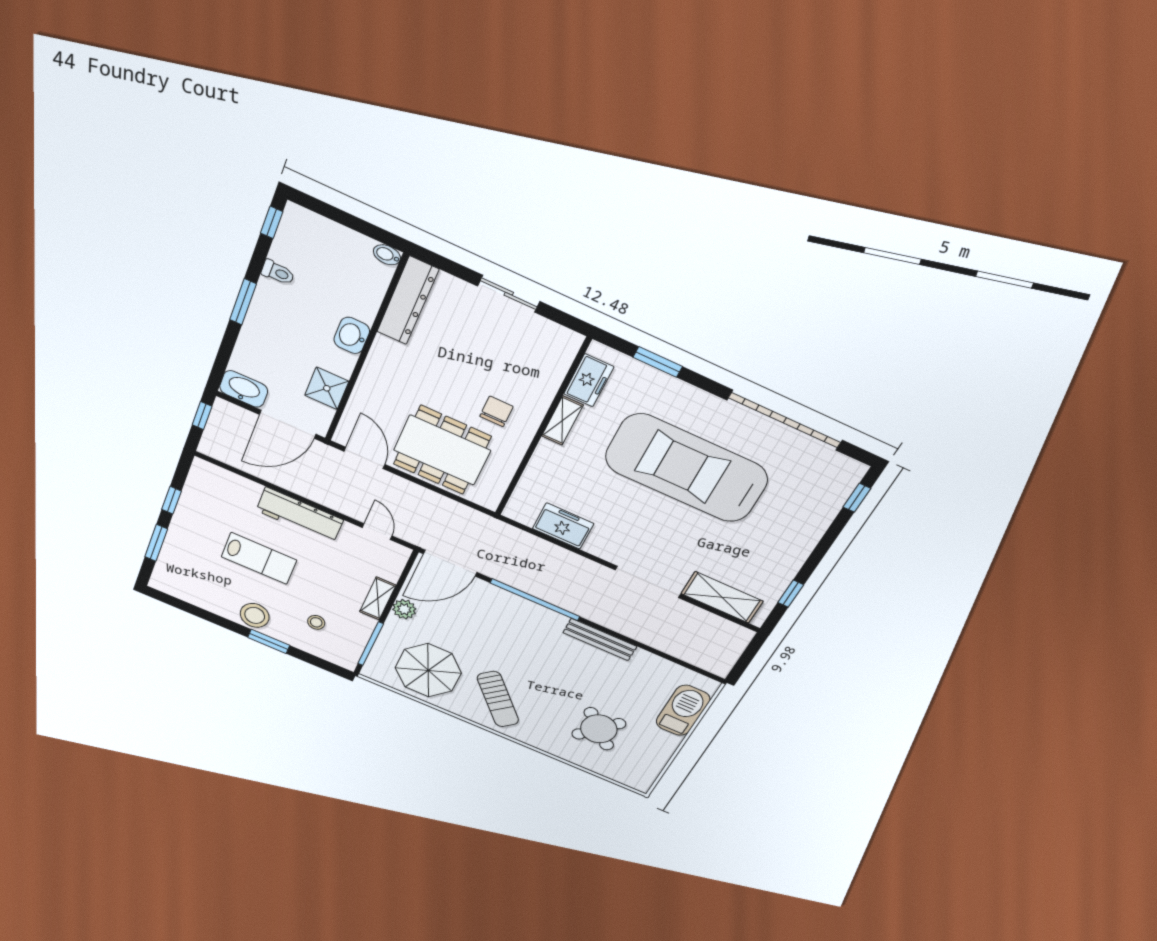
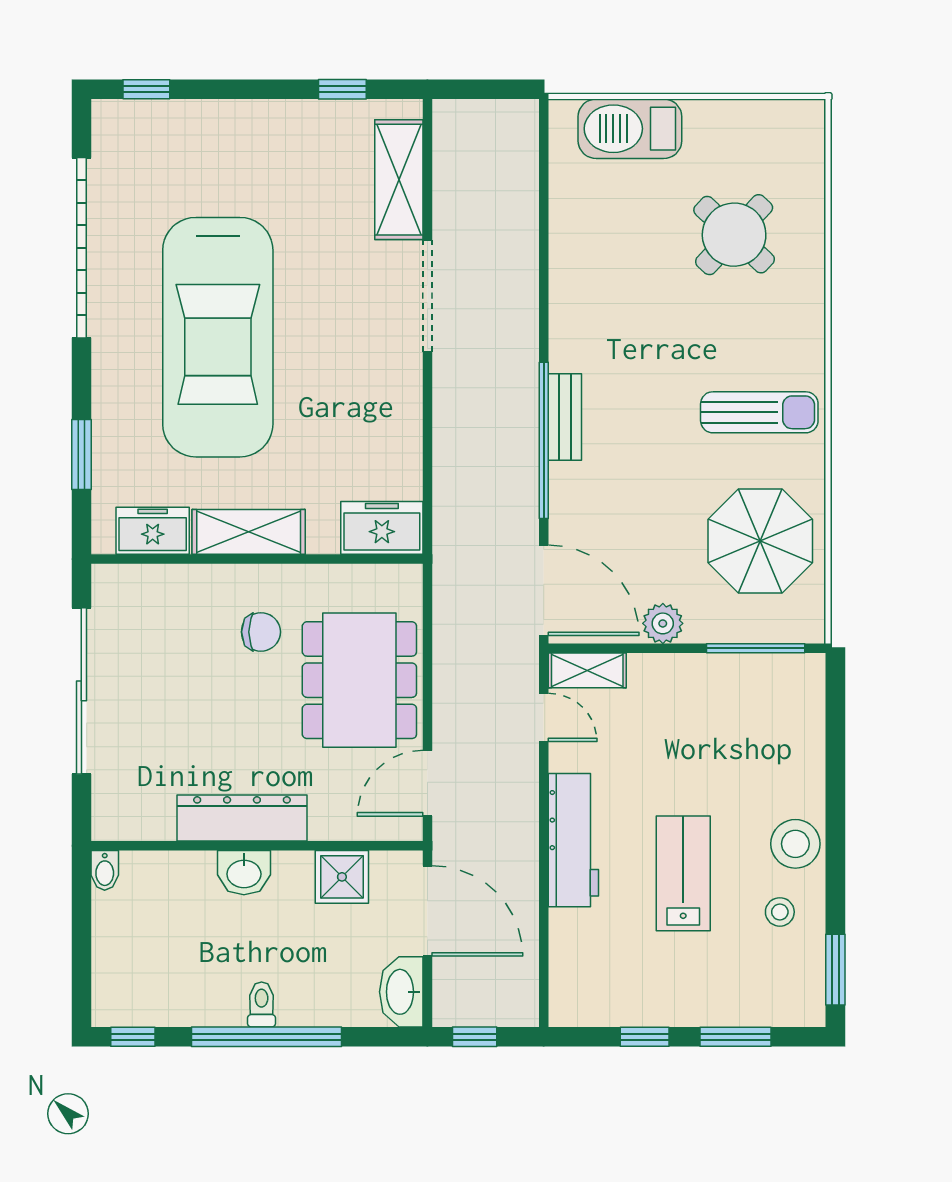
toilet: (278, 272) -> (262, 1004), moved
sliding door: (509, 294) -> (81, 691), width x1.86
dresser: (408, 301) -> (242, 818), moved
window: (243, 302) -> (266, 1037), width x2.11
chair: (496, 411) -> (261, 632), turned 180
shelving: (562, 421) -> (249, 532), width x1.50, depth x1.33
freezer: (563, 526) -> (382, 528), moved, turned 90
door: (377, 532) -> (544, 717), swing flipped
shelving: (378, 598) -> (587, 670), moved
stool: (316, 622) -> (780, 912), moved
bench: (600, 640) -> (565, 417), moved, width x0.73
window: (269, 641) -> (835, 970), moved
sun lounger: (498, 699) -> (759, 412), turned 42

